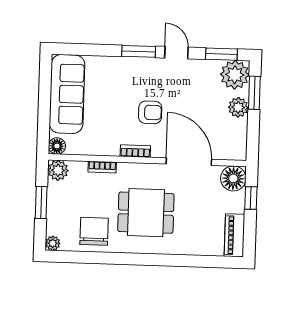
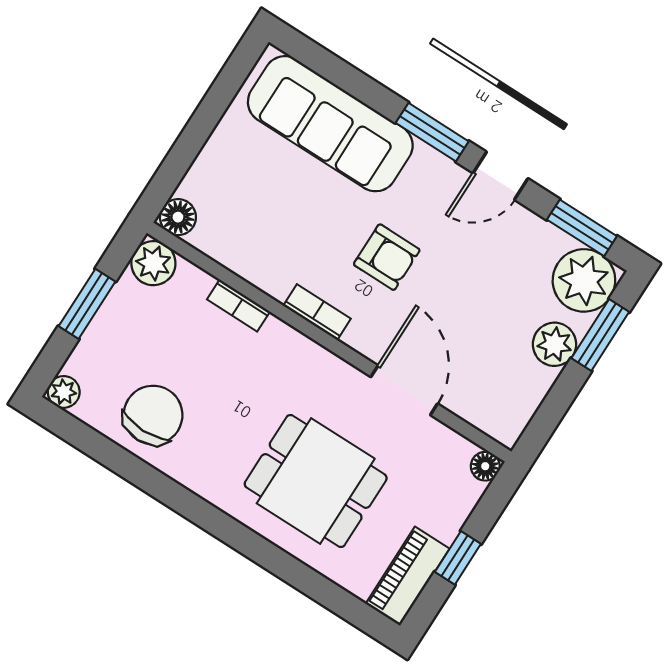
door: (176, 53) -> (501, 176), swing flipped
sofa: (67, 94) -> (330, 124), moved, turned 90
door: (189, 162) -> (404, 390), width x0.73
floor lamp: (233, 178) -> (485, 466), width x0.53, depth x0.53
window: (251, 198) -> (458, 558), moved
dining table: (146, 213) -> (316, 481), moved

